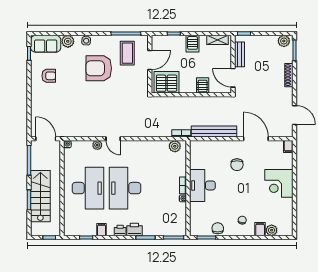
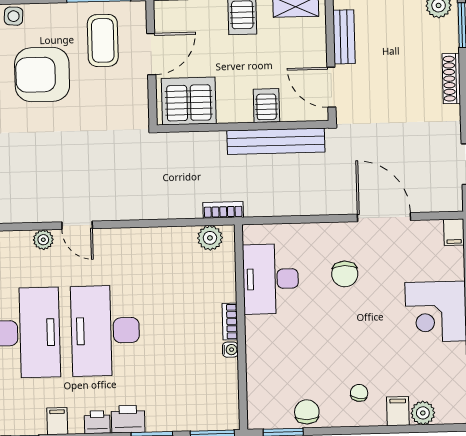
bench: (214, 131) -> (276, 141), moved
desk: (202, 185) -> (271, 279), moved

